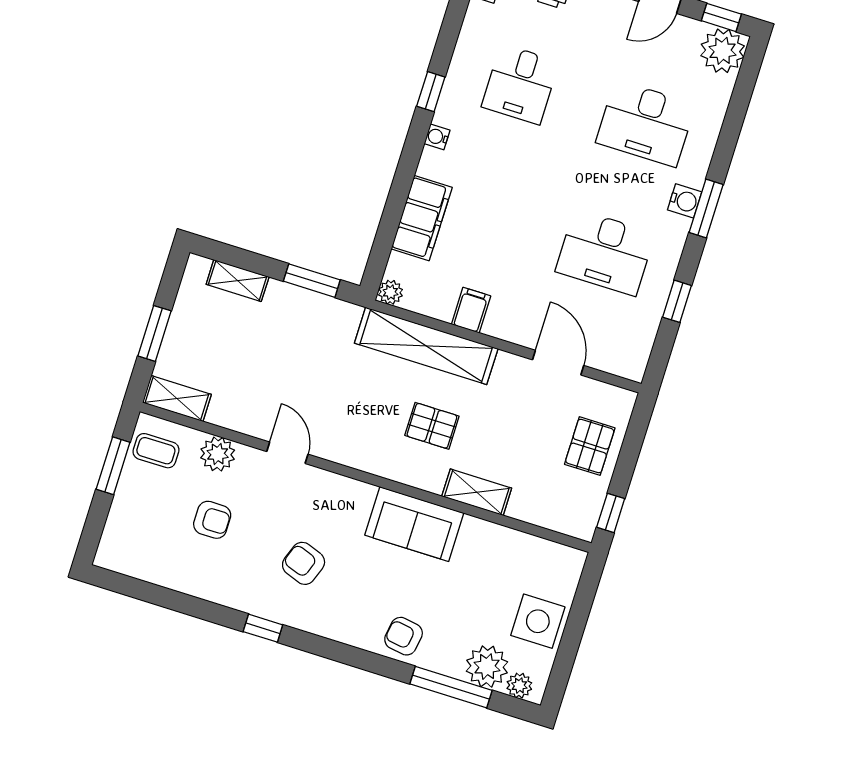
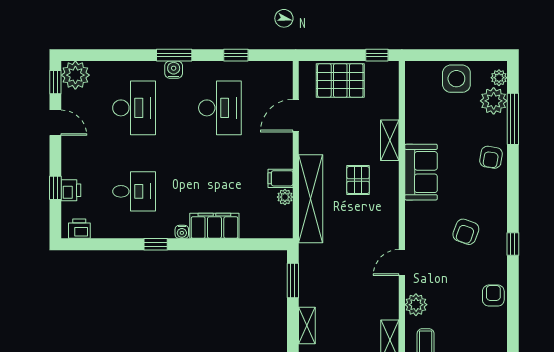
filing cabinet: (422, 218) -> (214, 226), moved
plant: (390, 292) -> (285, 197), moved
pallet: (590, 446) -> (340, 80), width x1.50, depth x1.42
armchair: (212, 520) -> (493, 296), moved

